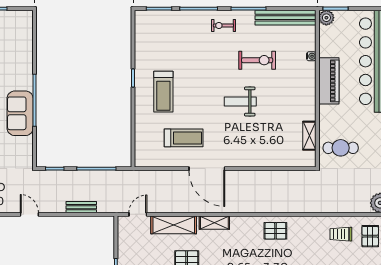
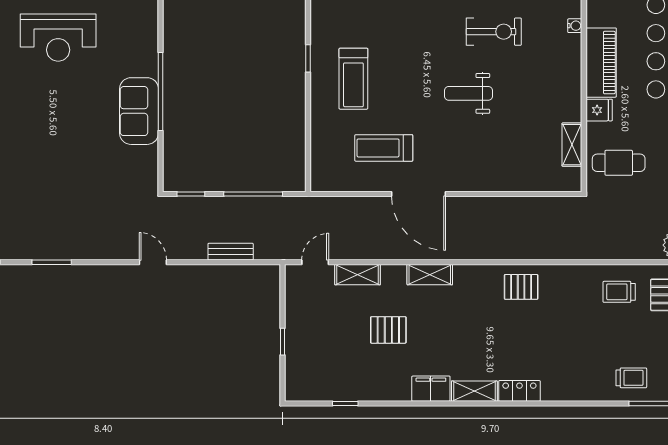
fridge: (328, 113) -> (599, 110), added
treadmill: (184, 138) -> (384, 148), turned 180
shelving: (174, 225) -> (358, 275), width x0.67, depth x0.75

